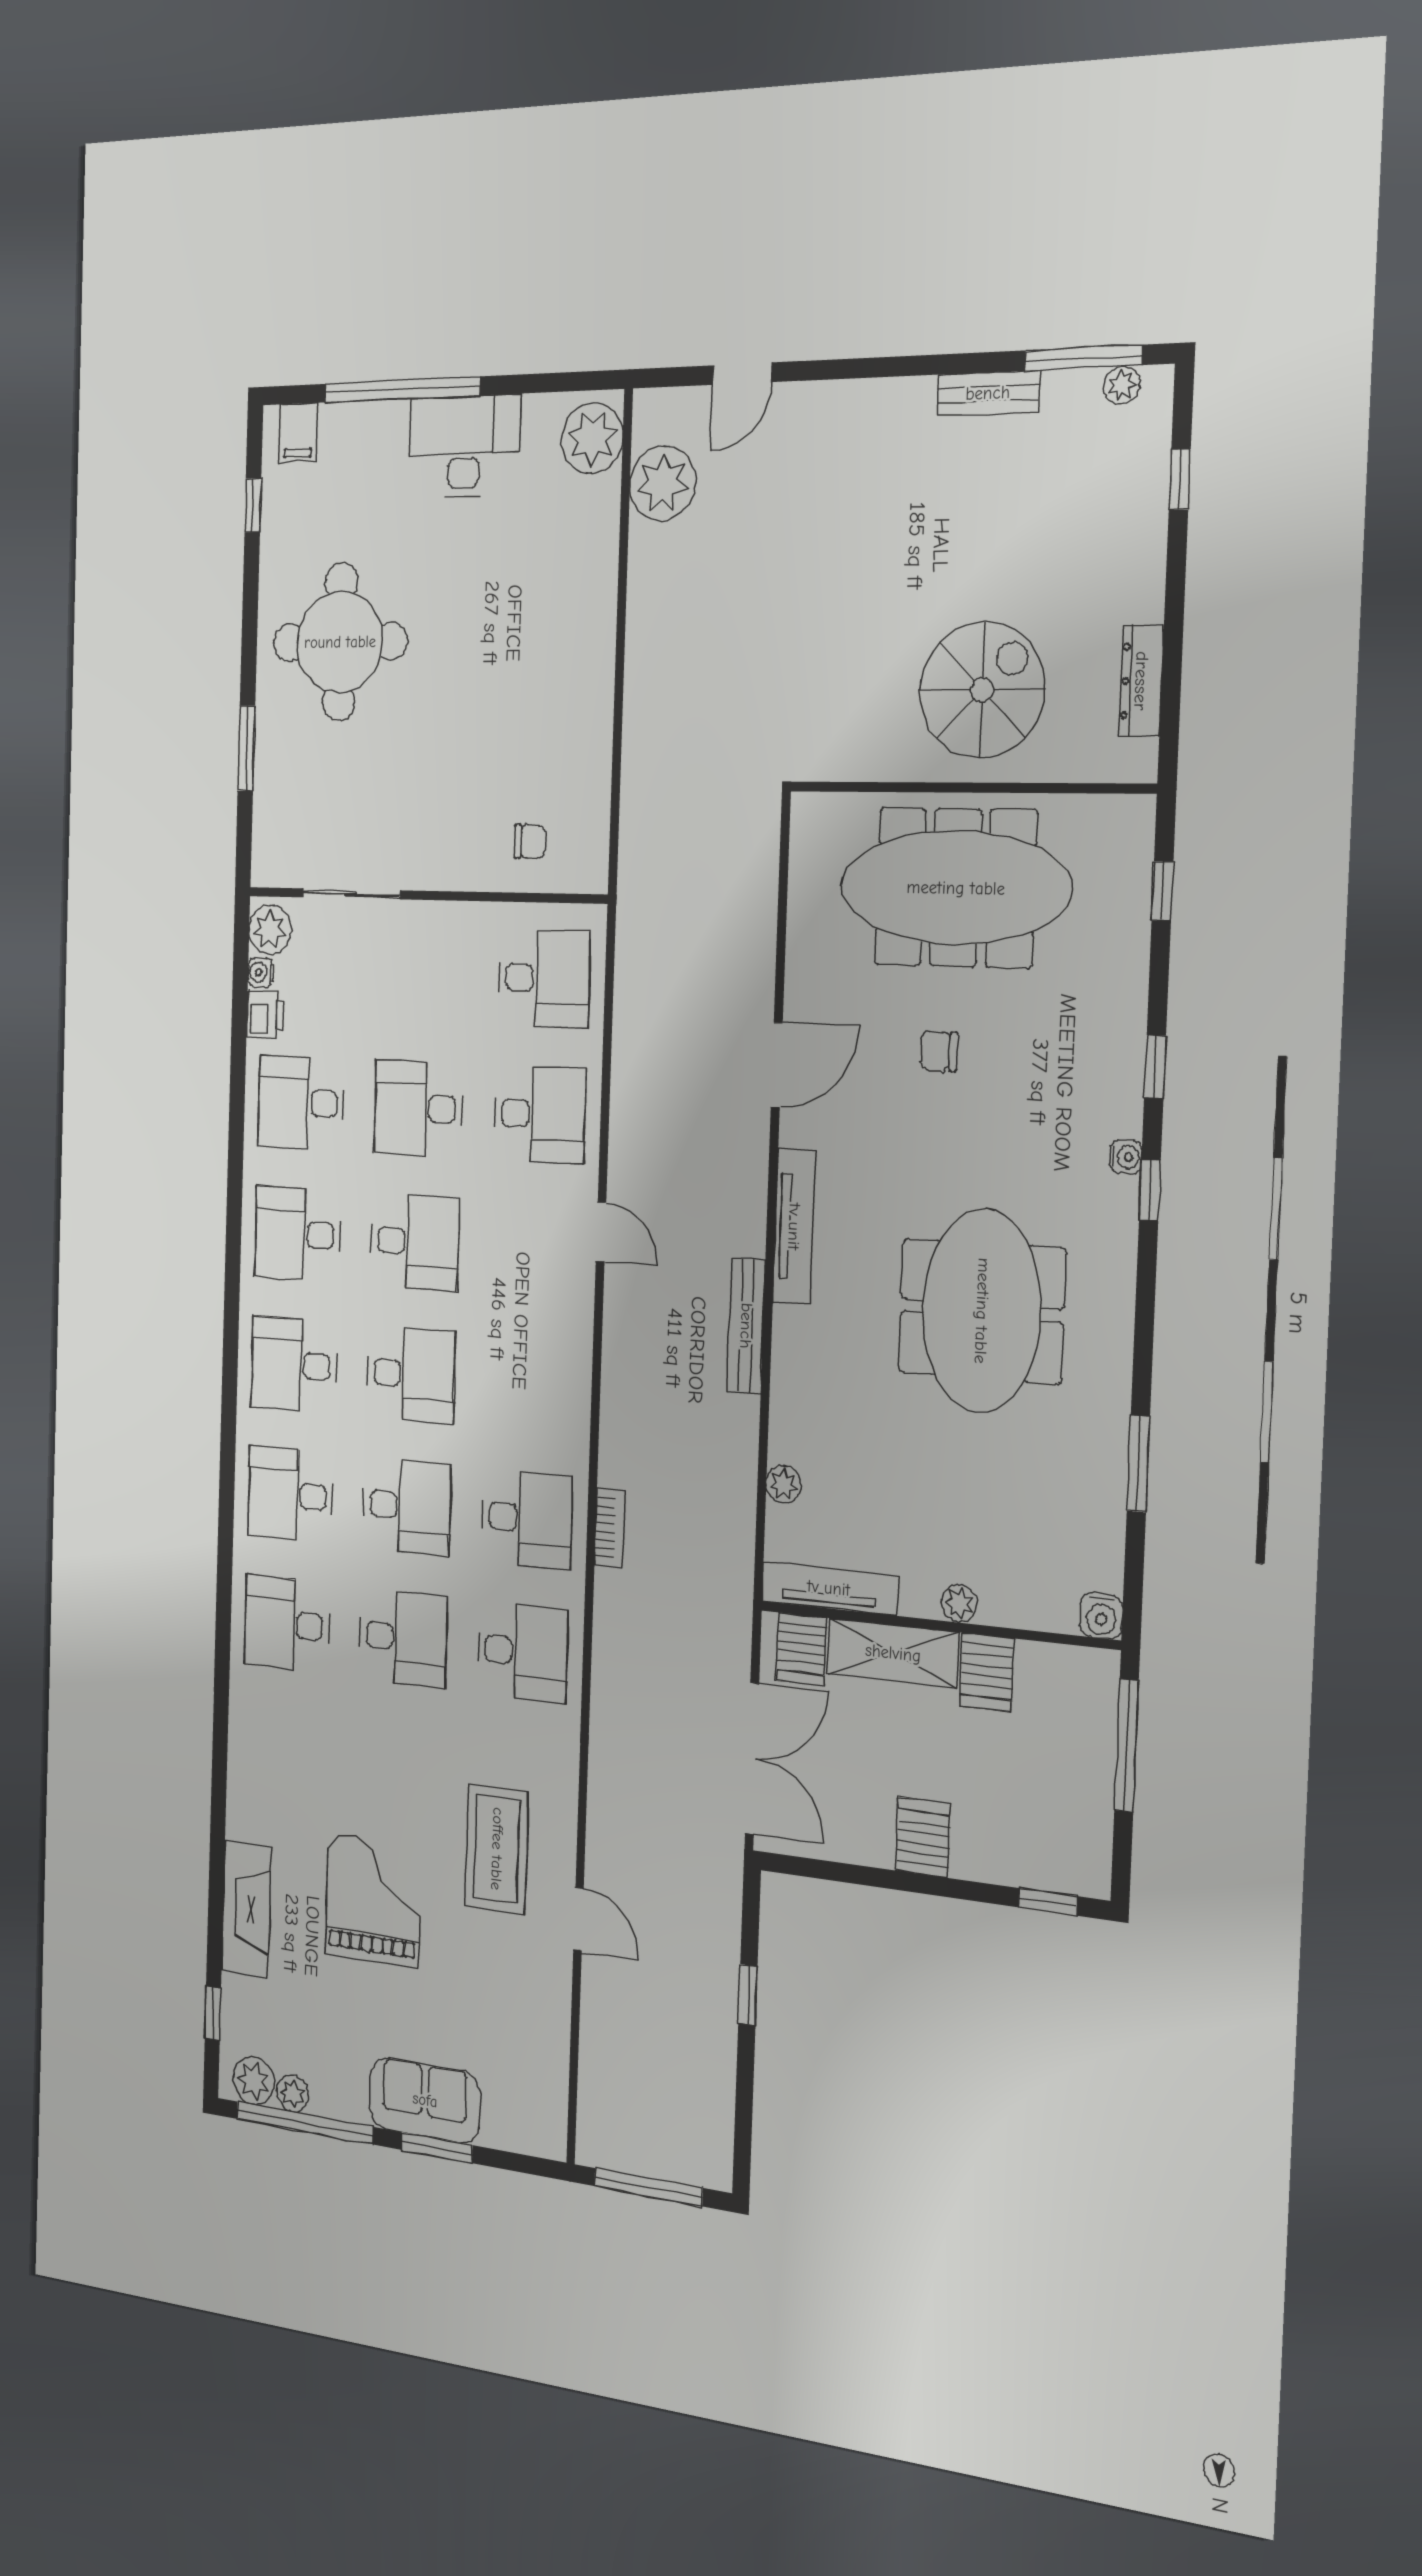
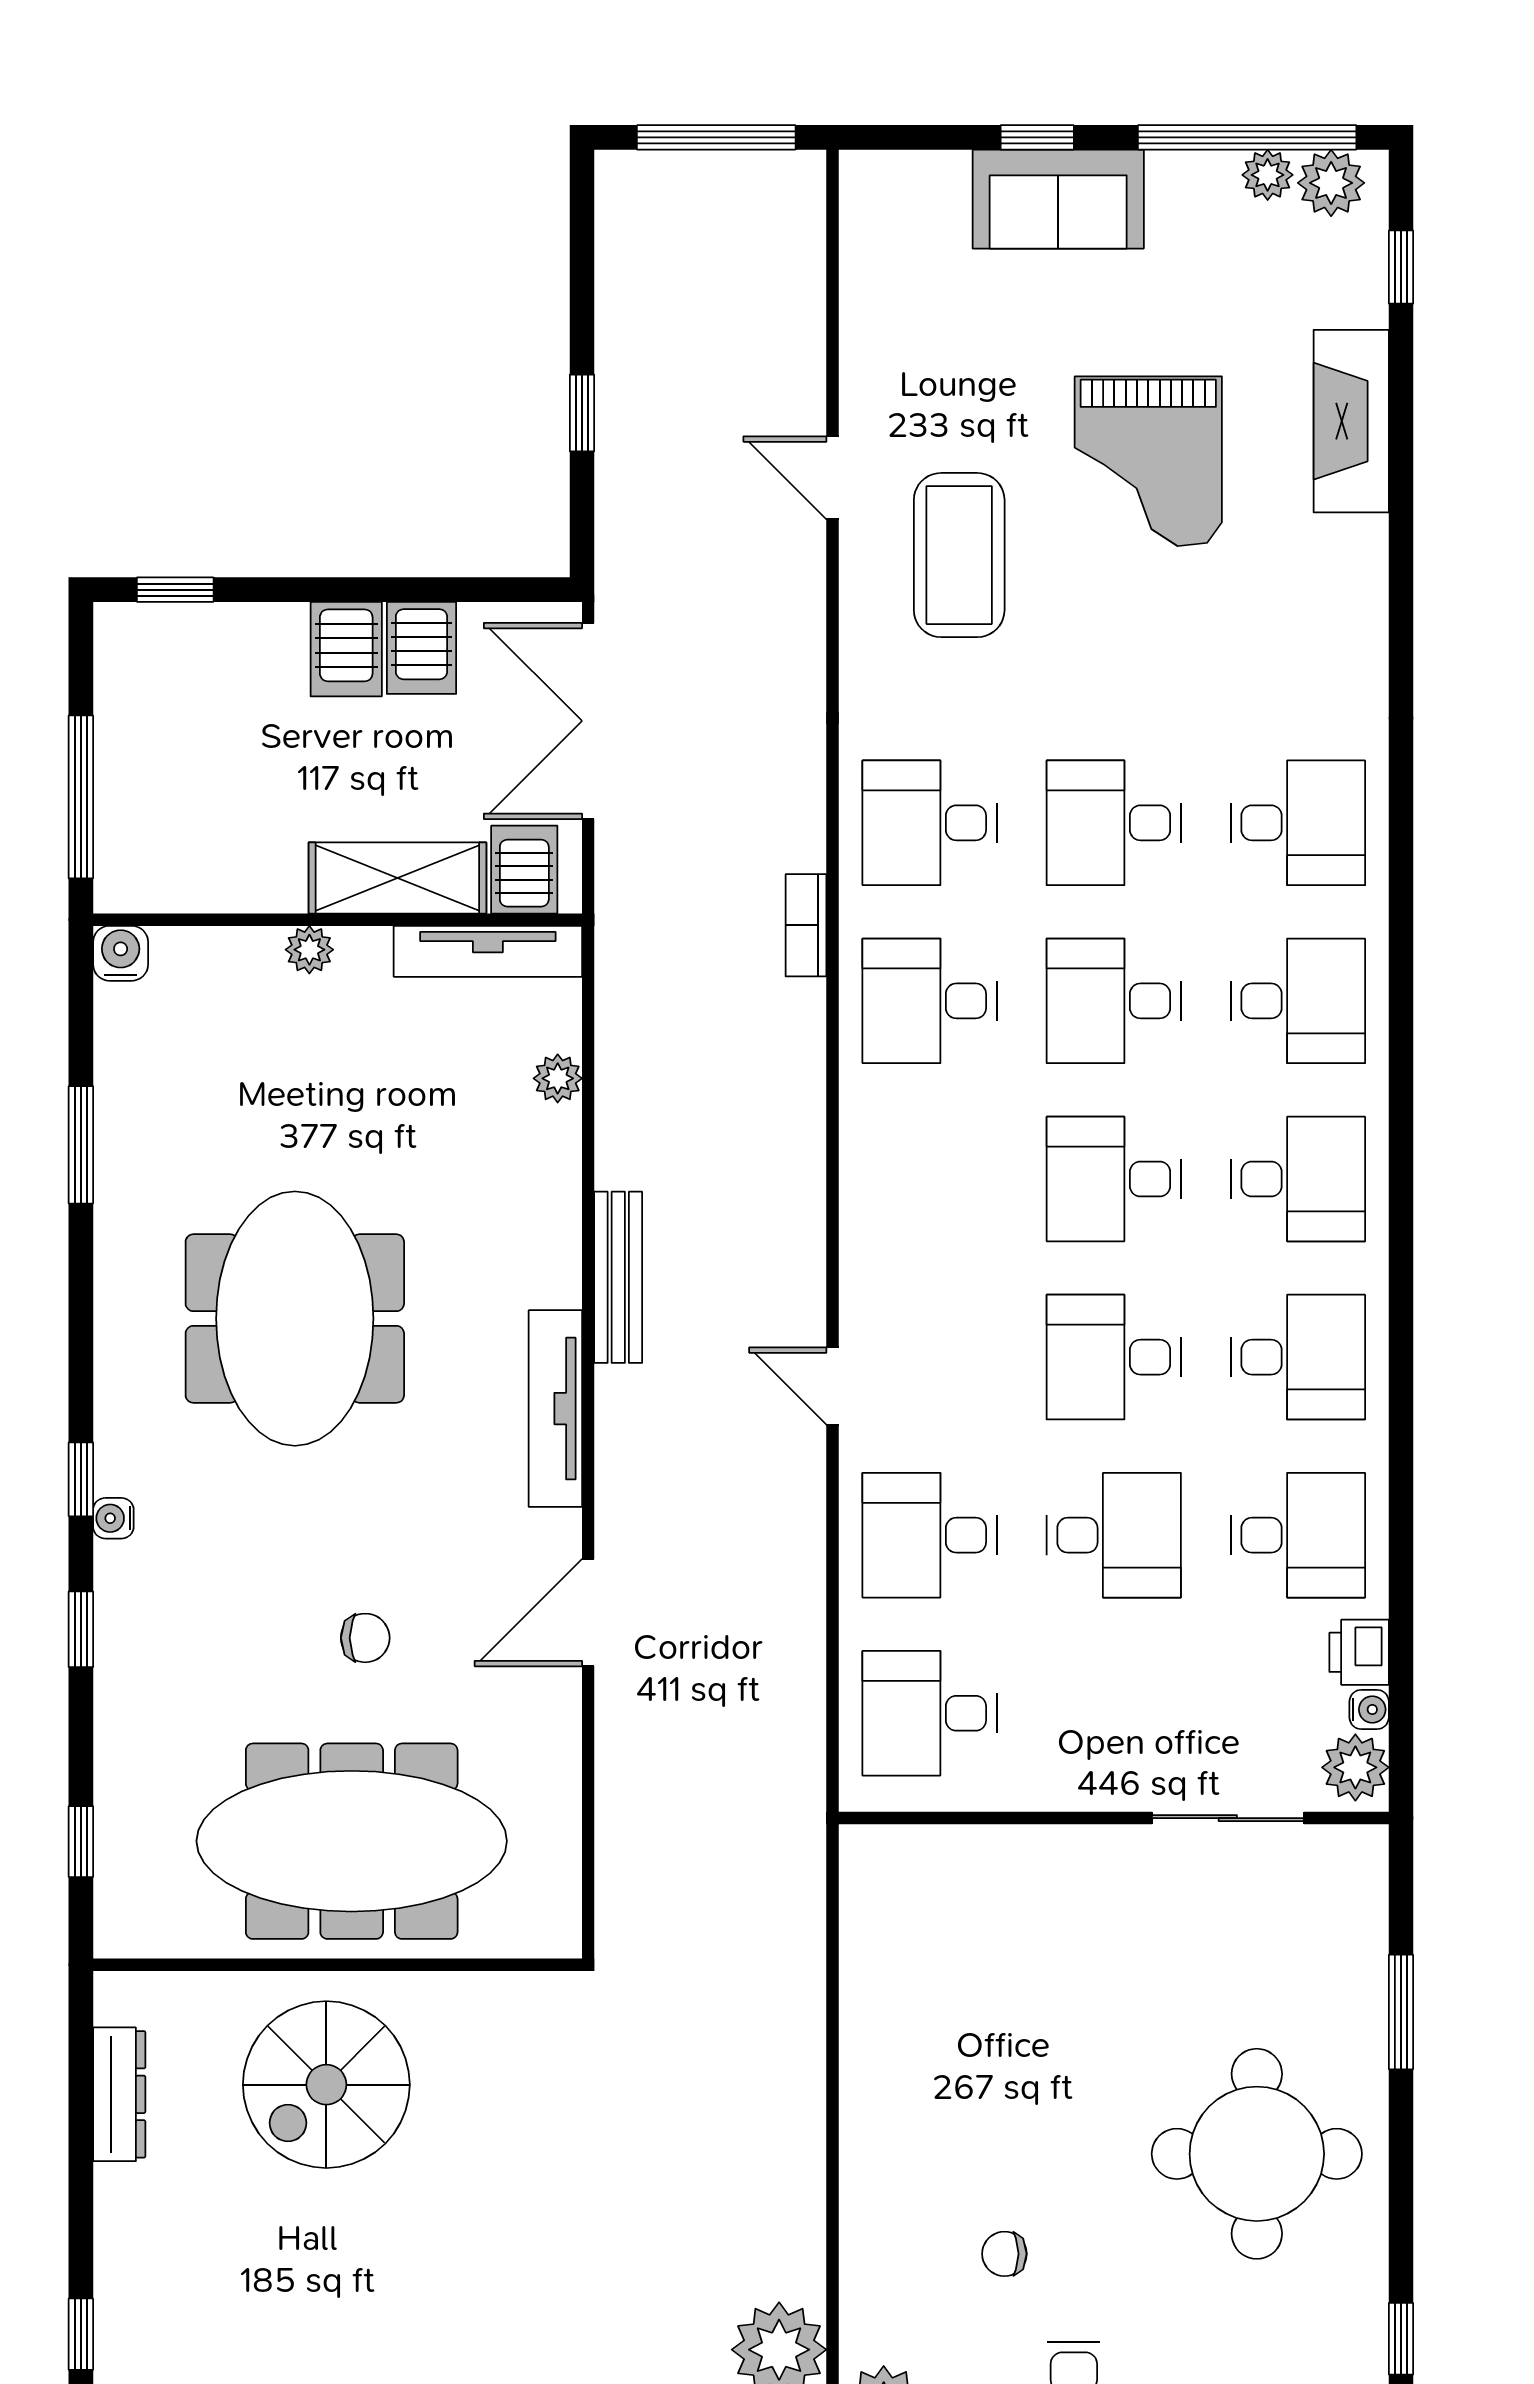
chair: (530, 842) -> (1004, 2254), moved
bookcase: (609, 1528) -> (806, 925), moved
server rack: (987, 1672) -> (421, 648), moved, turned 180
window: (437, 2148) -> (1037, 137), width x0.67

